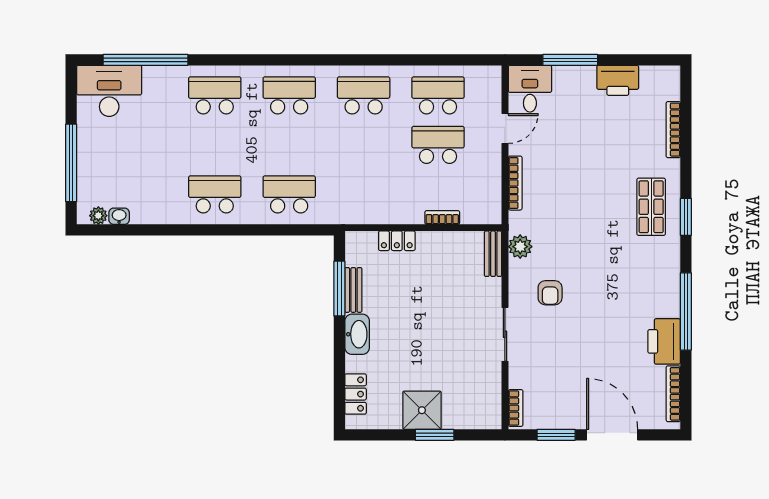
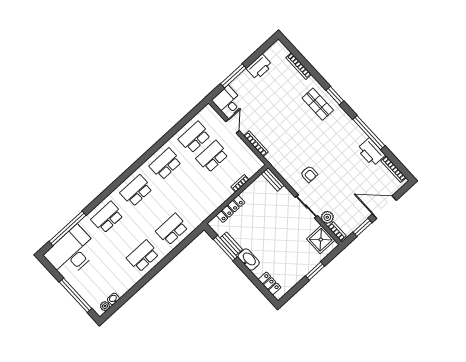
desk: (109, 91) -> (72, 252), width x1.36, depth x1.30
locker: (397, 241) -> (231, 209), width x1.53
plant: (520, 247) -> (327, 217), moved
shower: (422, 410) -> (321, 240), moved

